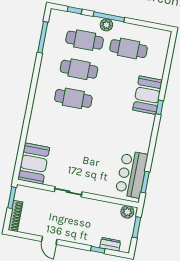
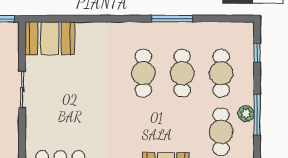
window: (109, 17) -> (257, 115), moved
plant: (106, 25) -> (246, 114), moved
window: (43, 37) -> (172, 19), moved

